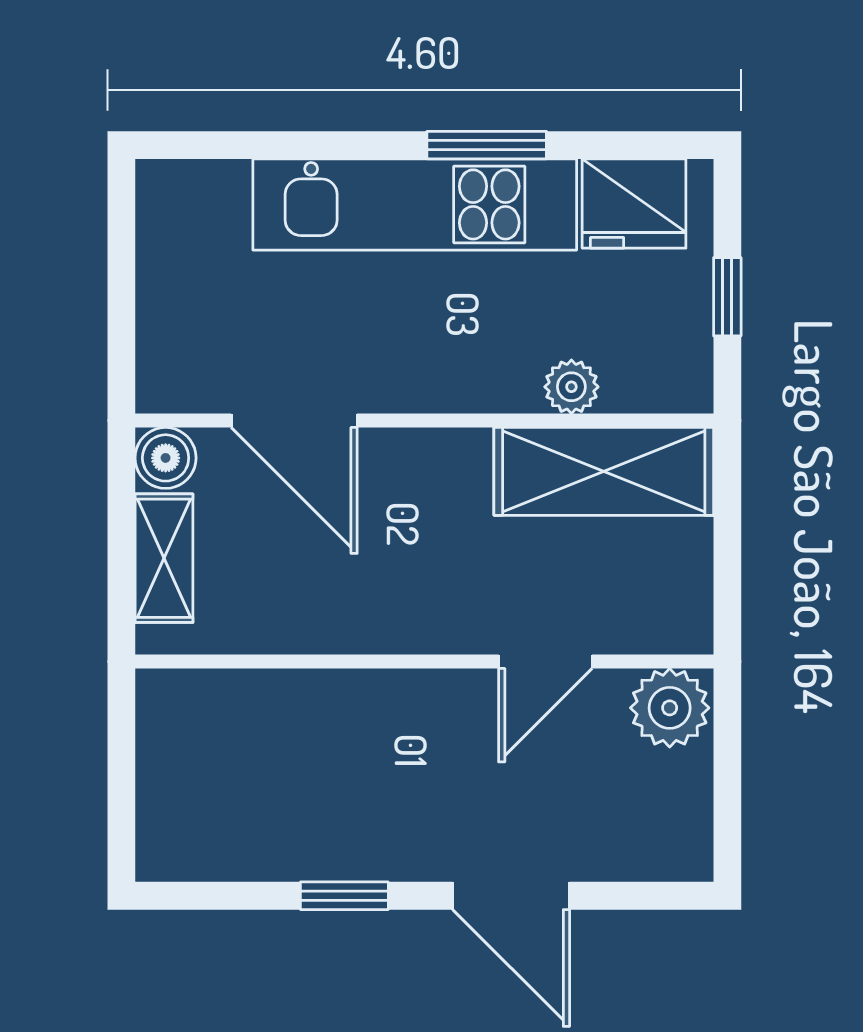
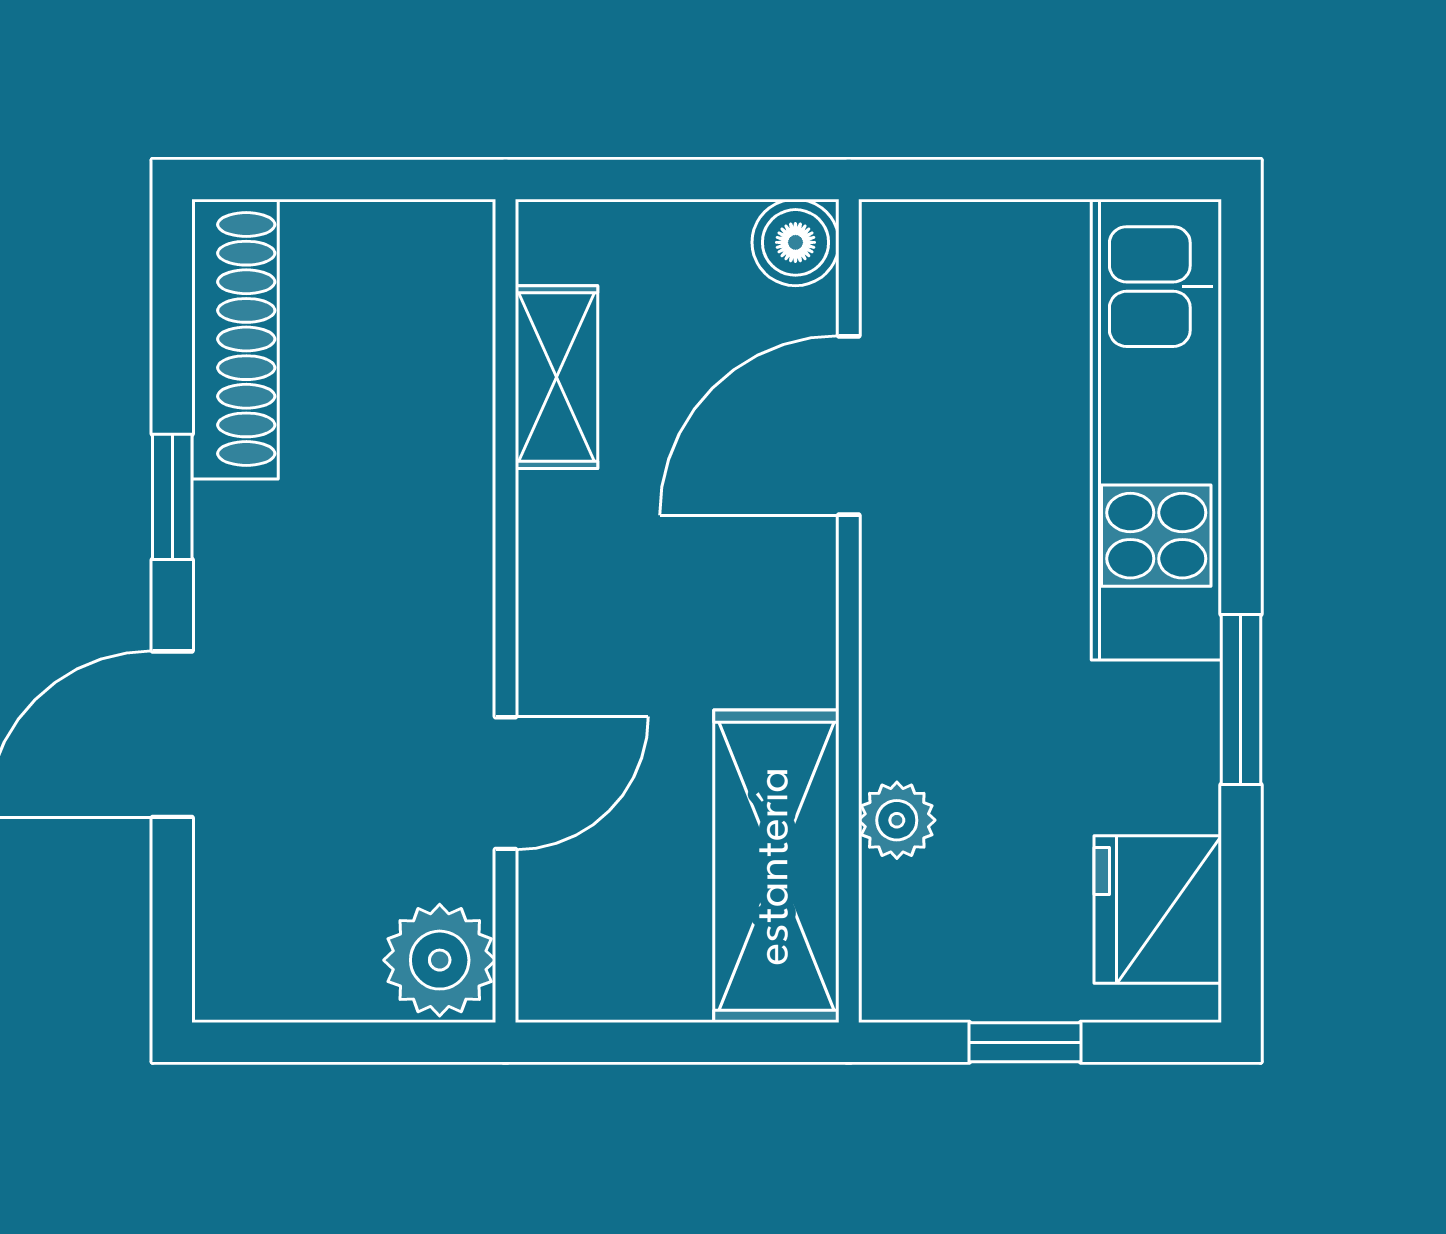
kitchen unit: (415, 204) -> (1156, 430), moved
shelving: (164, 558) -> (556, 377), moved, turned 90
door: (545, 662) -> (506, 783), swing flipped
shoe rack: (233, 852) -> (235, 339), added

